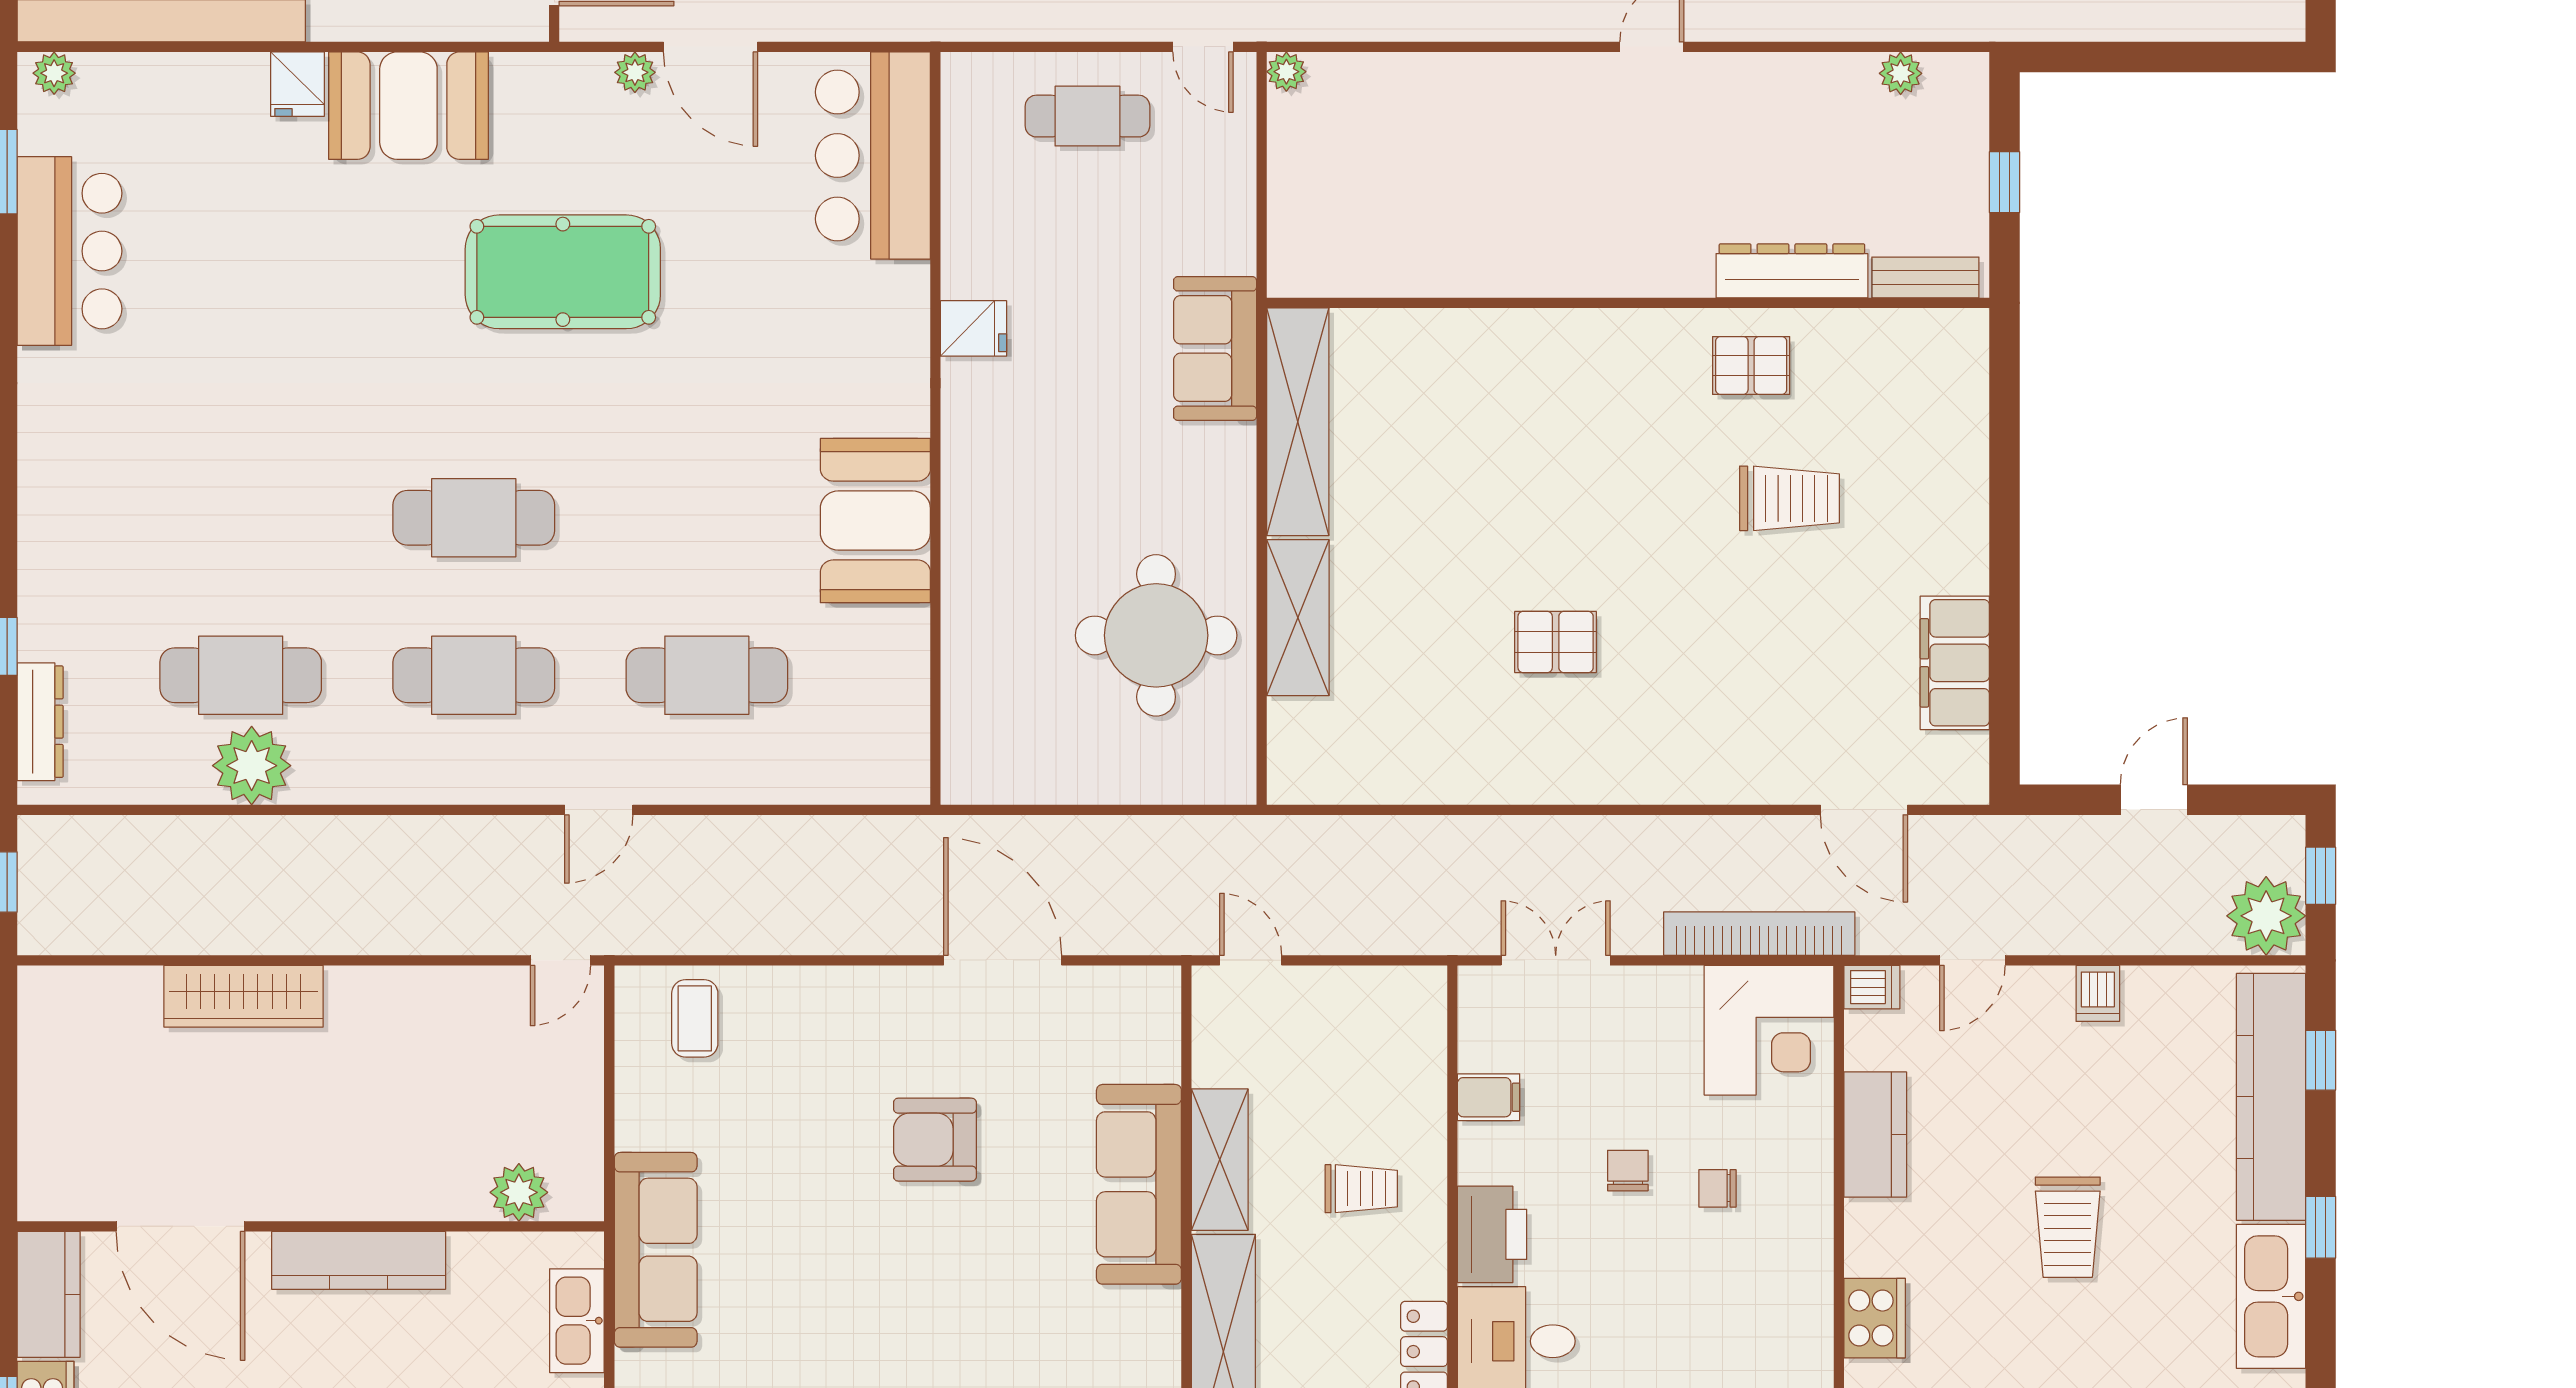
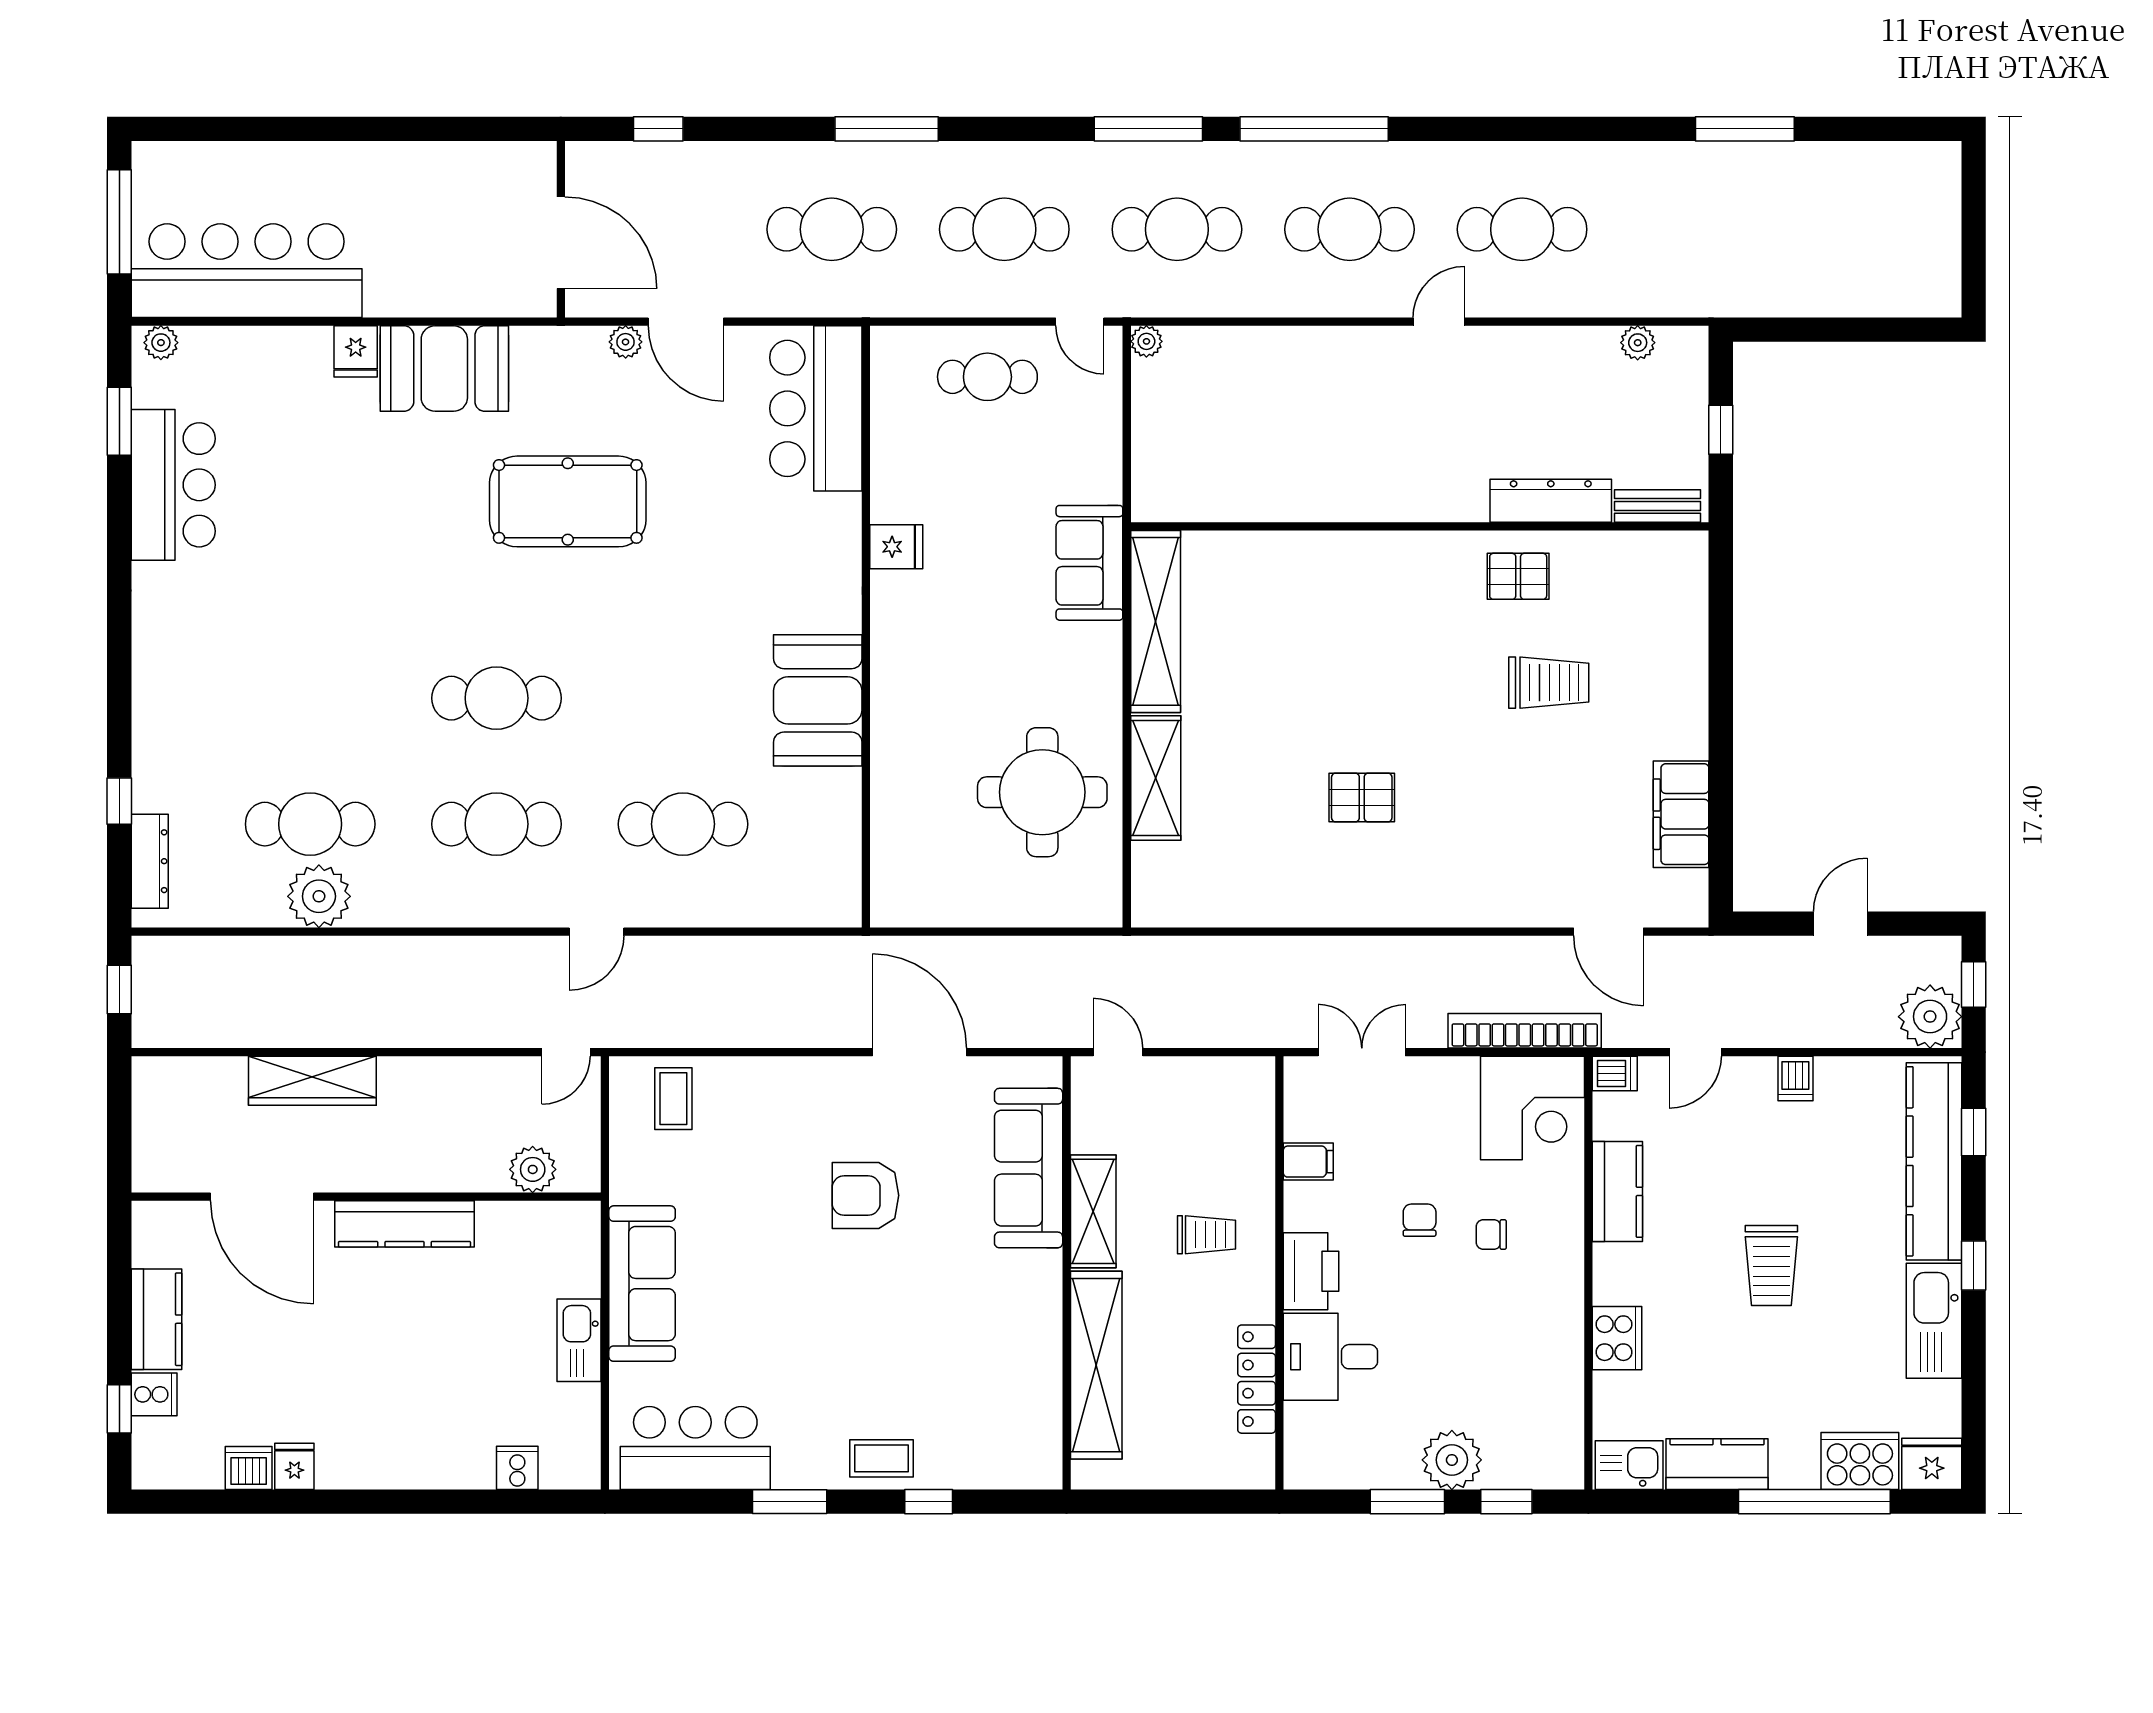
sofa: (1139, 1184) -> (1029, 1168), moved
plant: (519, 1192) -> (533, 1169), moved
door: (180, 1226) -> (262, 1197), moved
wall: (311, 1226) -> (366, 1197), moved
kitchen counter: (359, 1260) -> (404, 1224), moved

